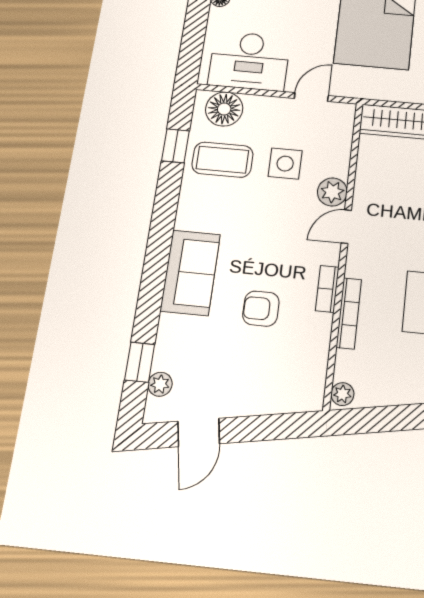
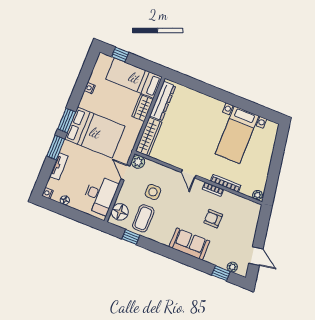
plant: (332, 192) -> (138, 162), moved
armchair: (261, 309) -> (213, 219), turned 90

